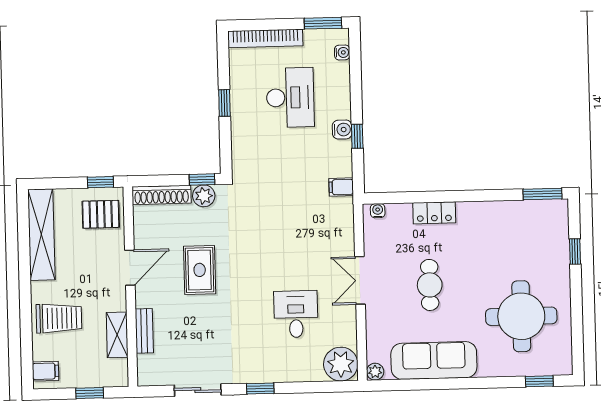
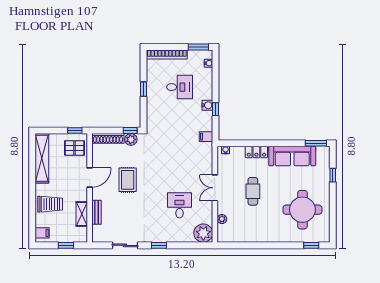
desk: (290, 98) -> (180, 87), width x0.73
sofa: (434, 360) -> (292, 156), moved, turned 180
plant: (375, 372) -> (222, 219), moved

